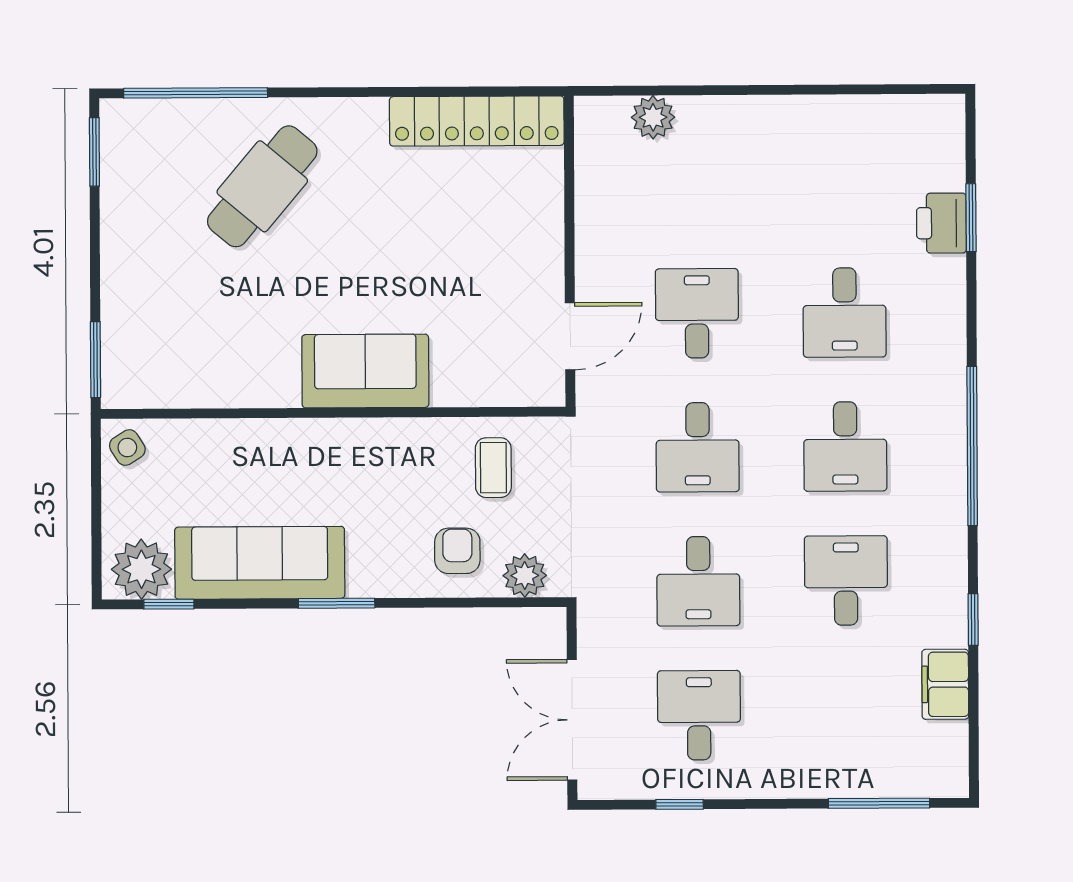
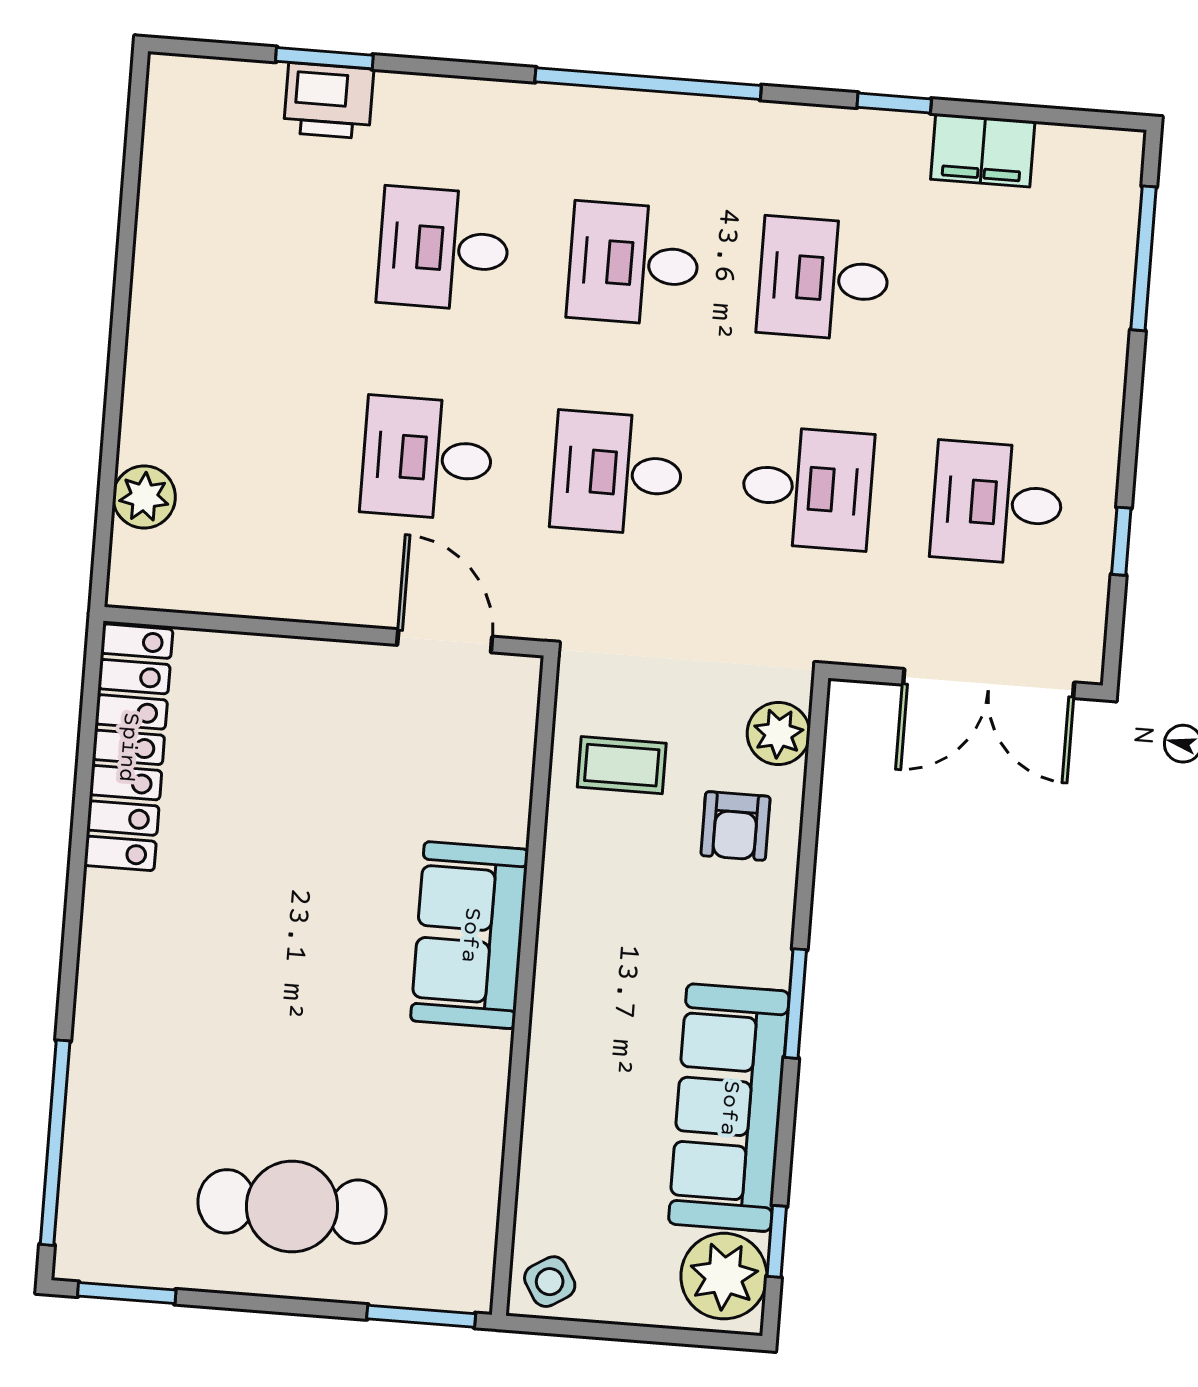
cafe table: (262, 186) -> (292, 1207), moved, turned -40
desk: (845, 313) -> (444, 249), turned 180
desk: (845, 446) -> (634, 264), turned 180
desk: (698, 447) -> (617, 473), turned 180
armchair: (457, 551) -> (735, 826), turned -90

